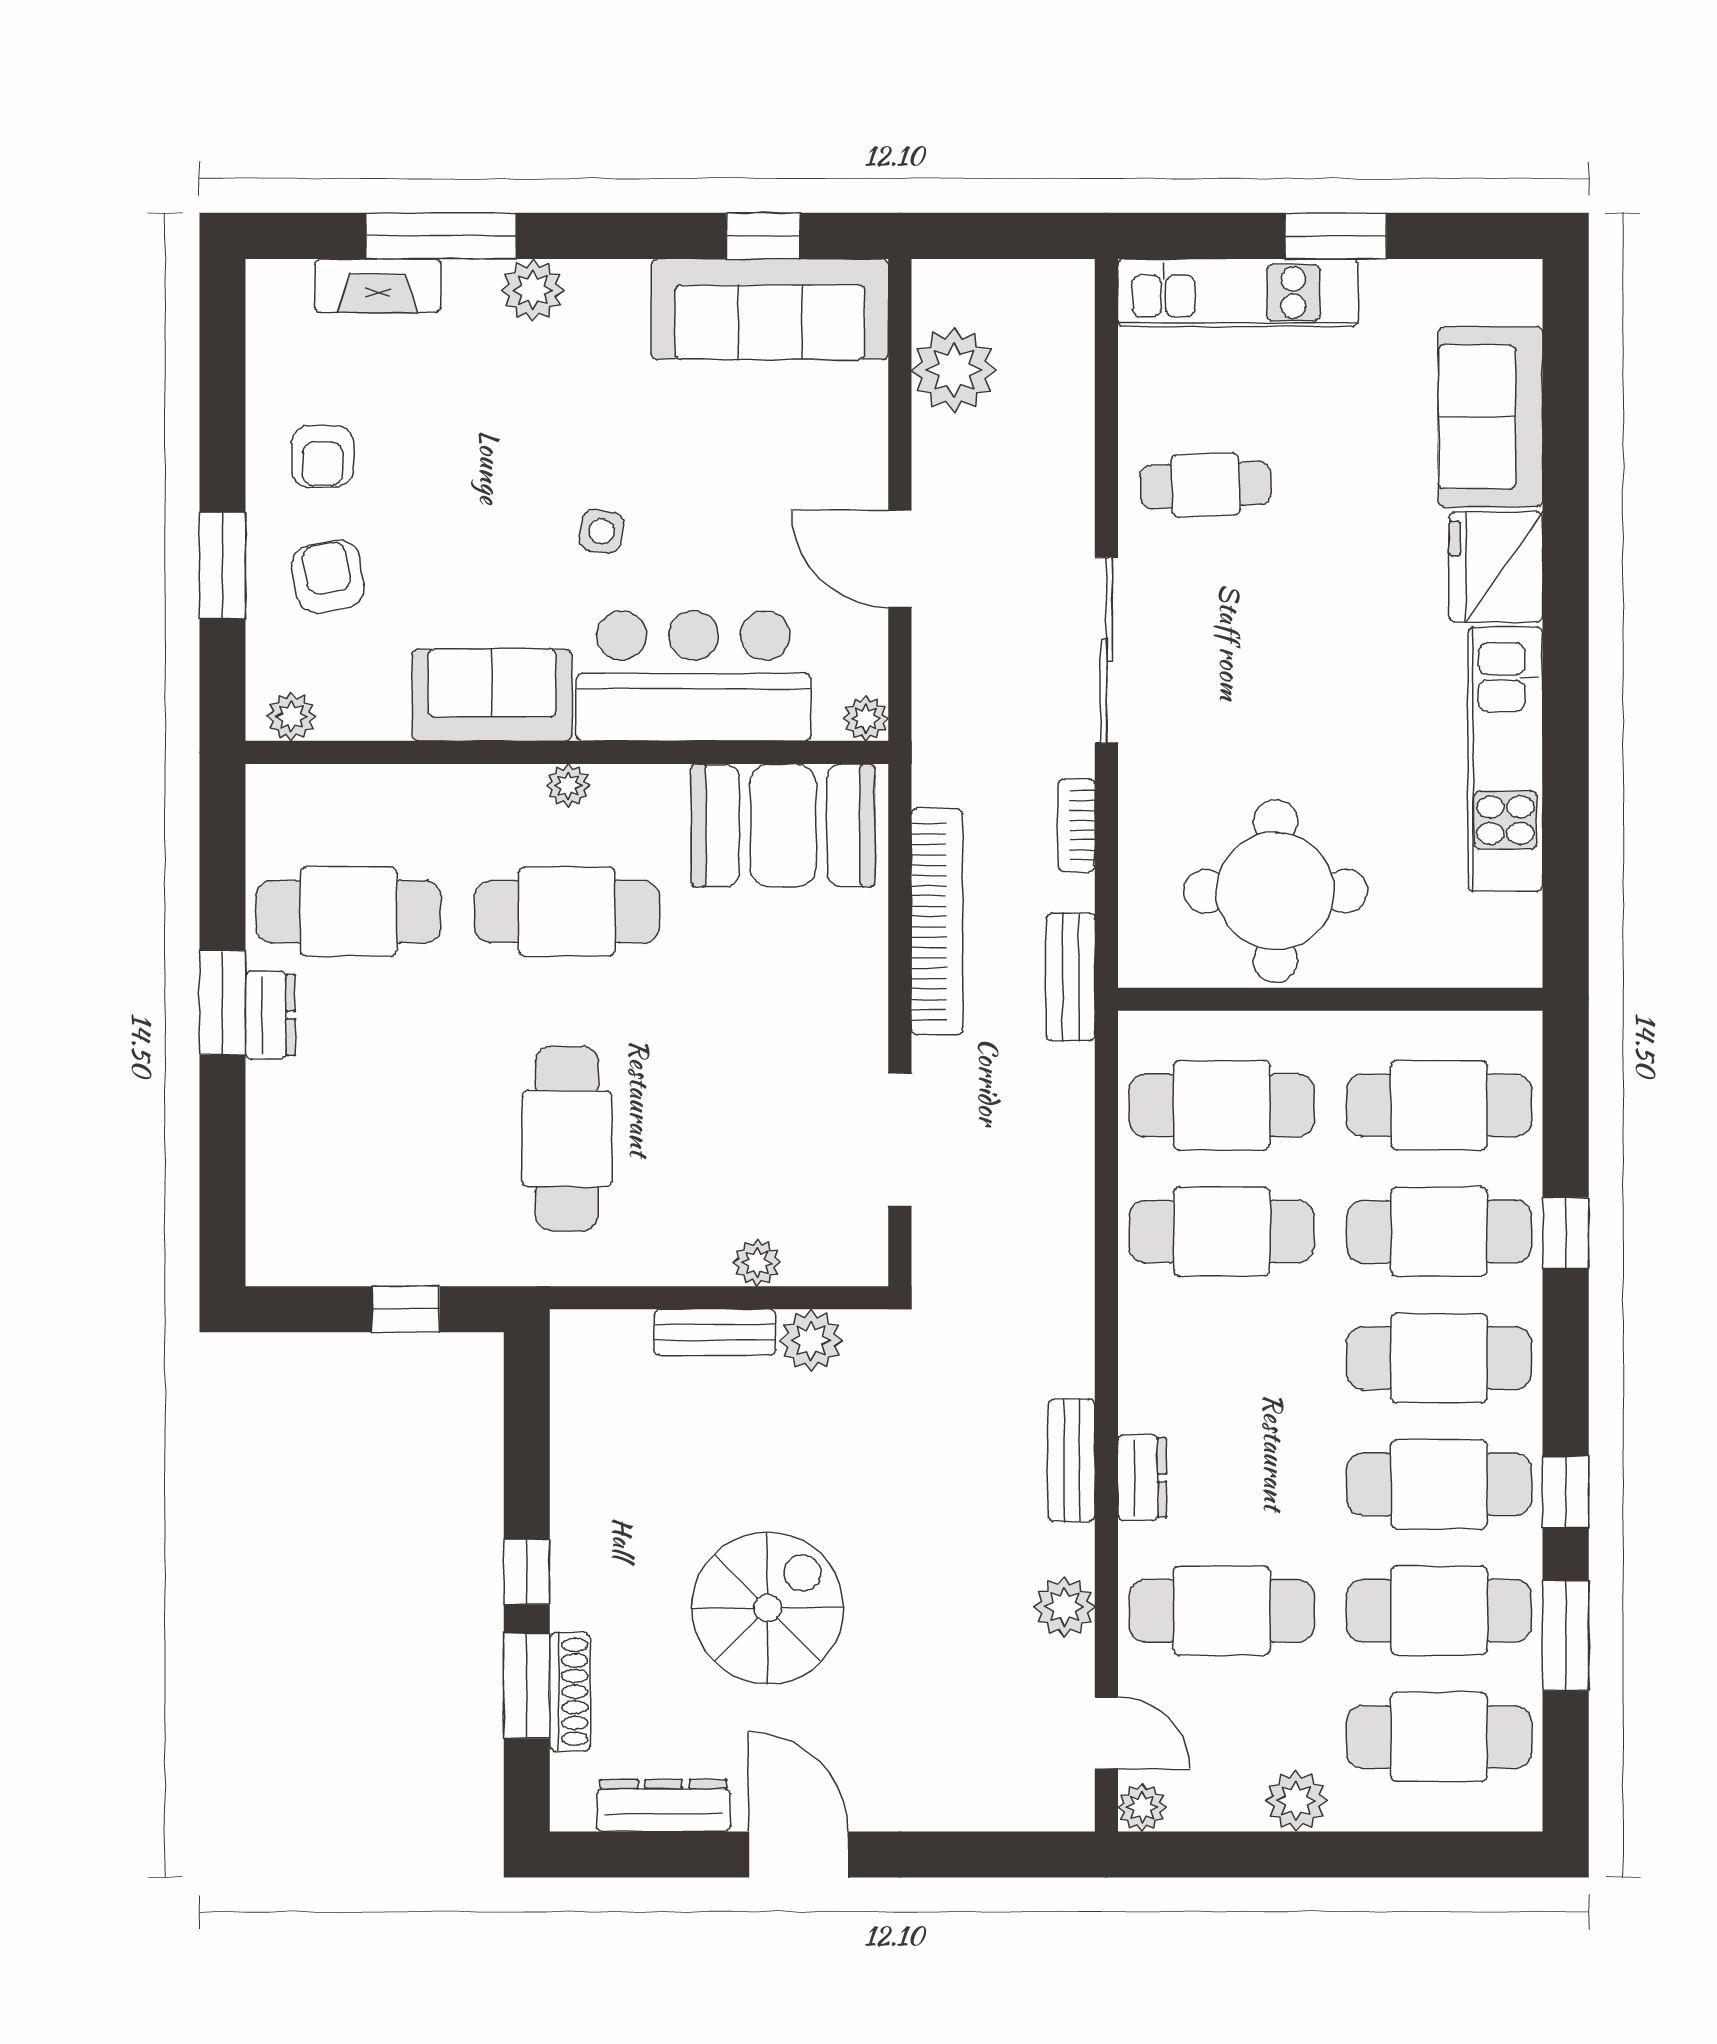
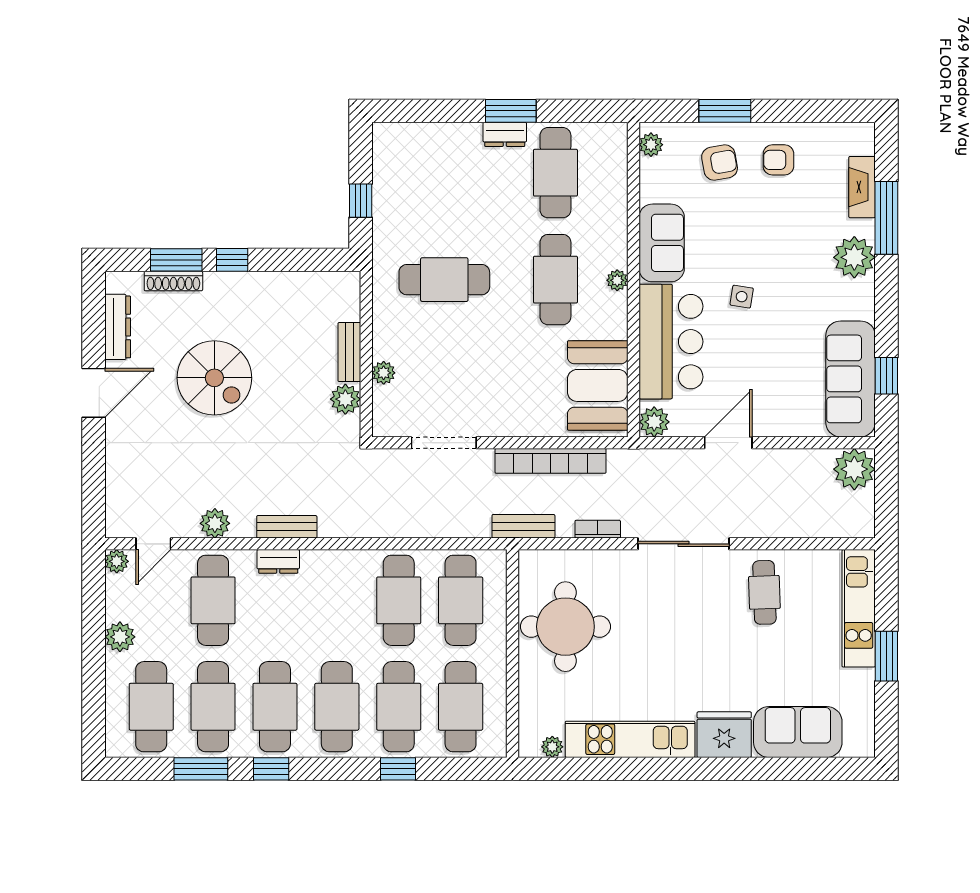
plant: (533, 290) -> (854, 257), width x1.36, depth x1.36
plant: (954, 370) -> (854, 469), moved
plant: (866, 718) -> (654, 422), width x1.38, depth x1.38
plant: (1521, 918) -> (552, 747), added

